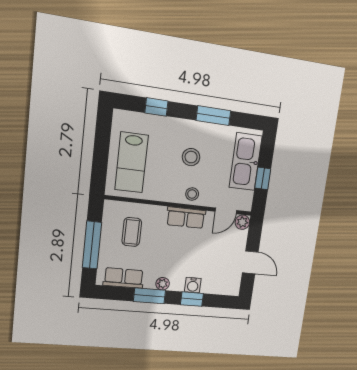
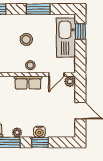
window: (263, 178) -> (80, 31), moved

